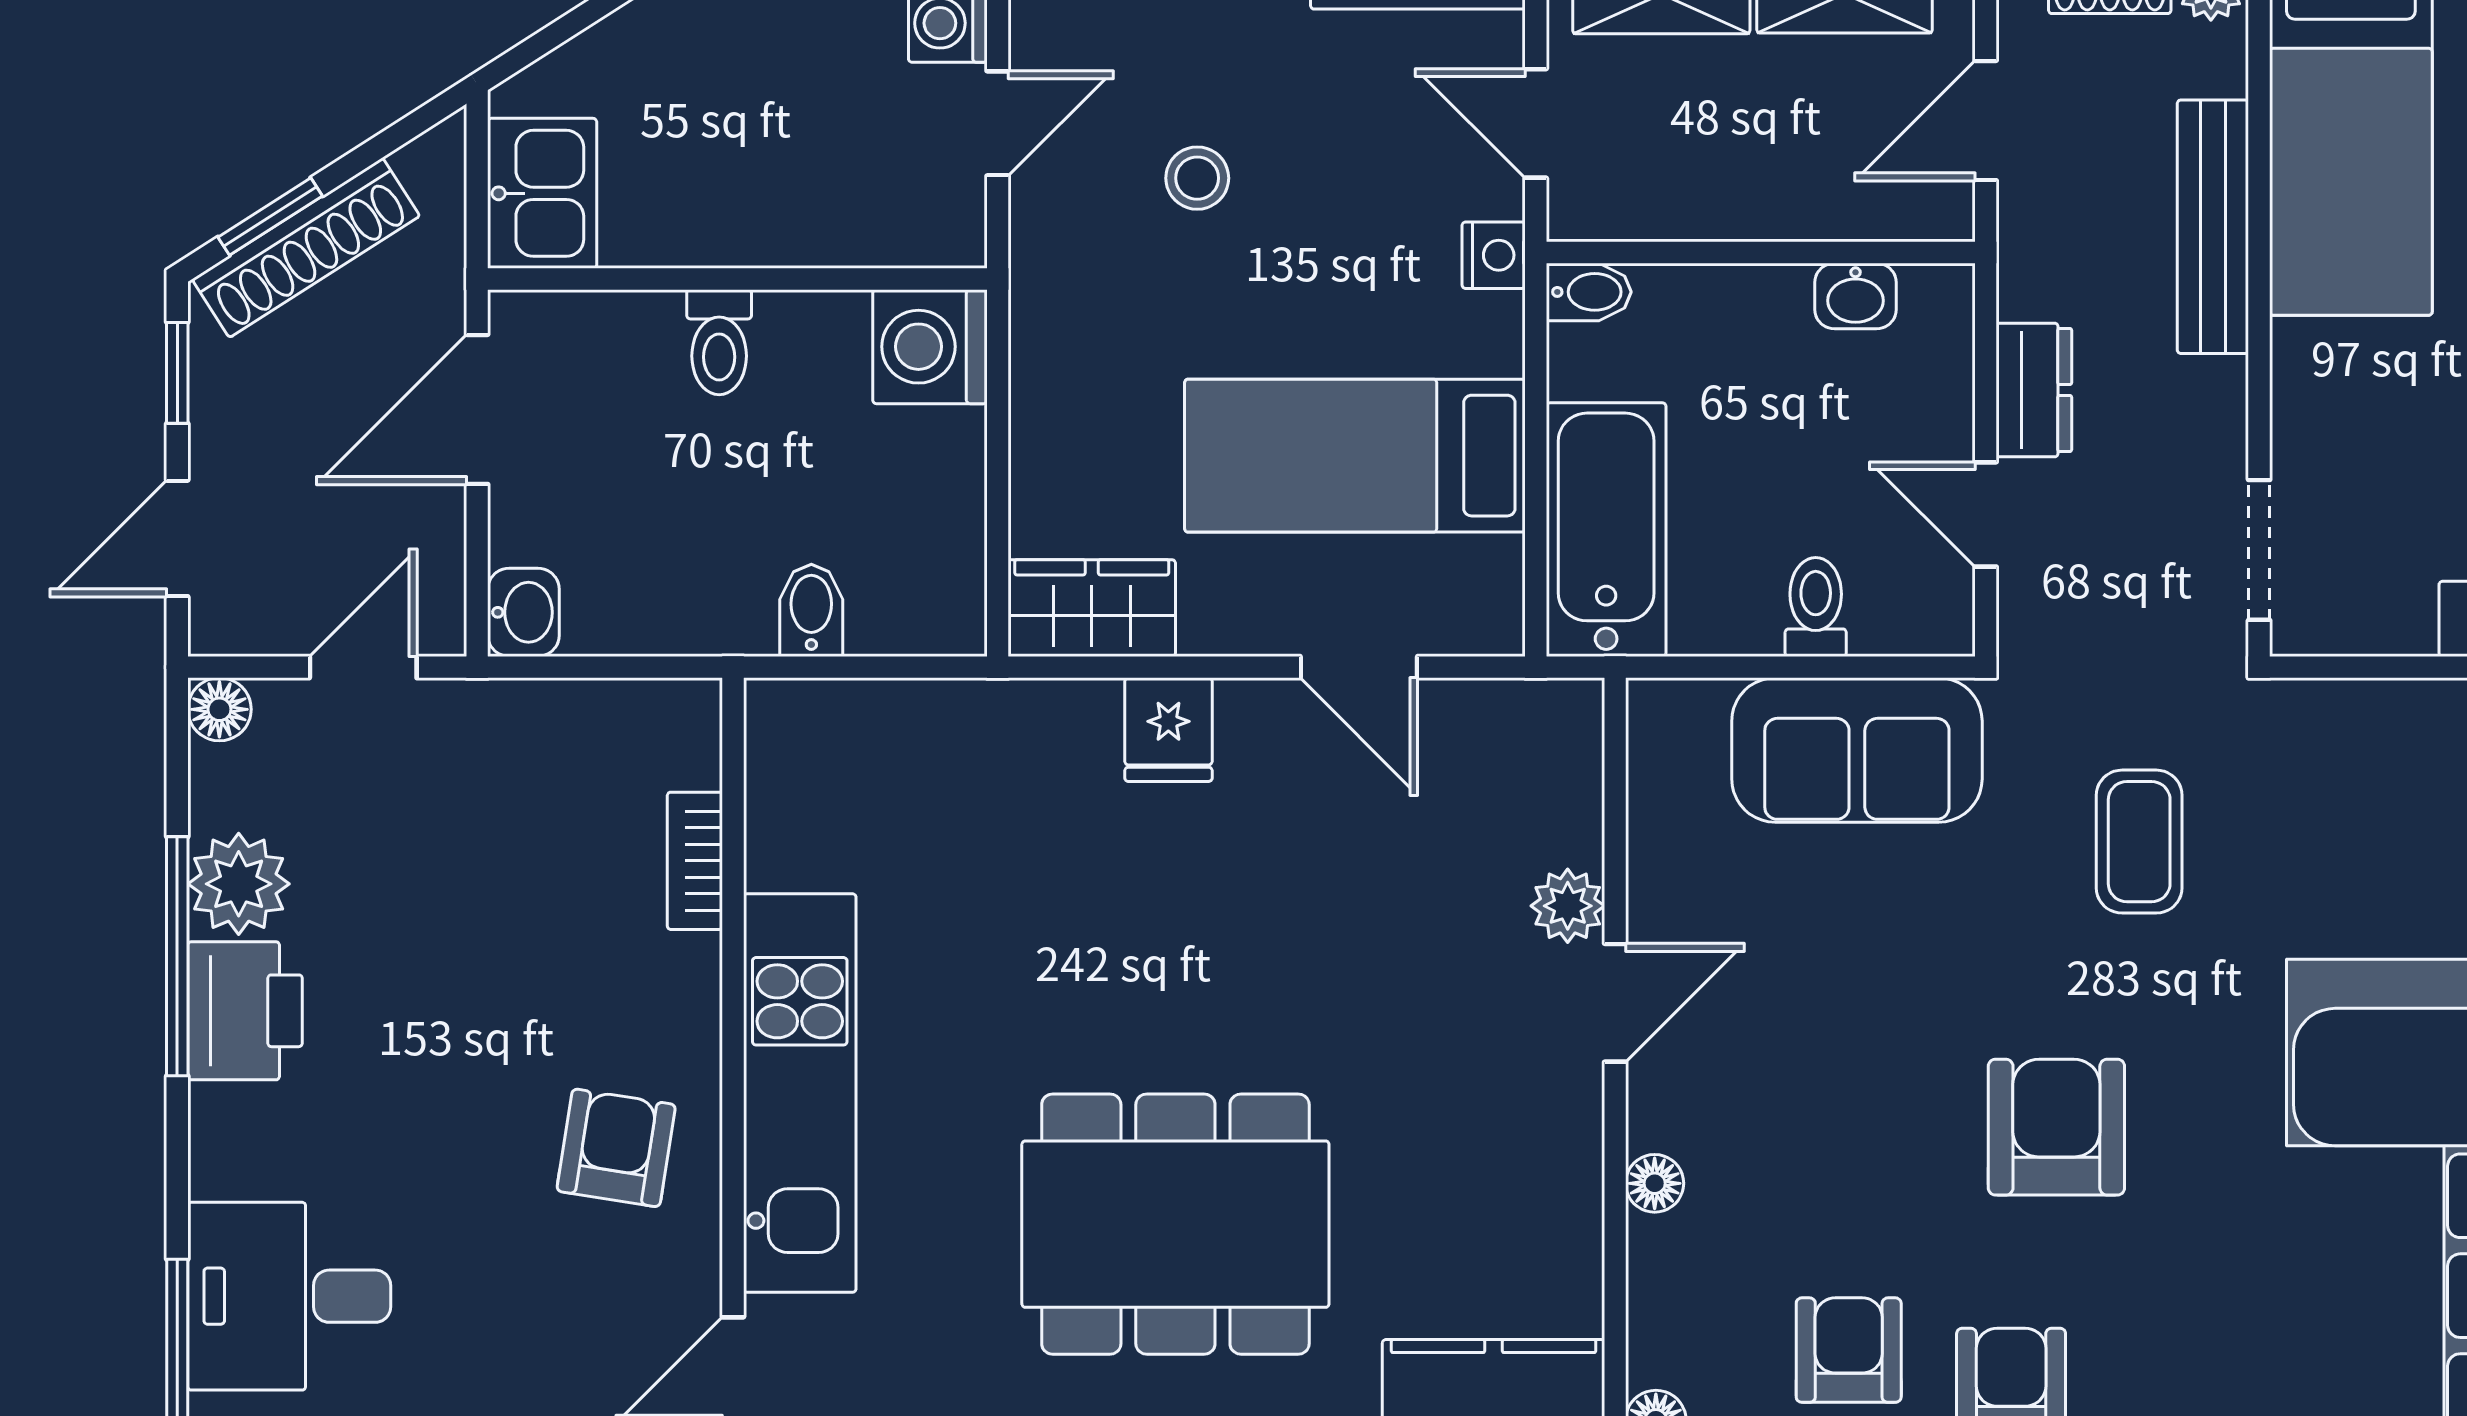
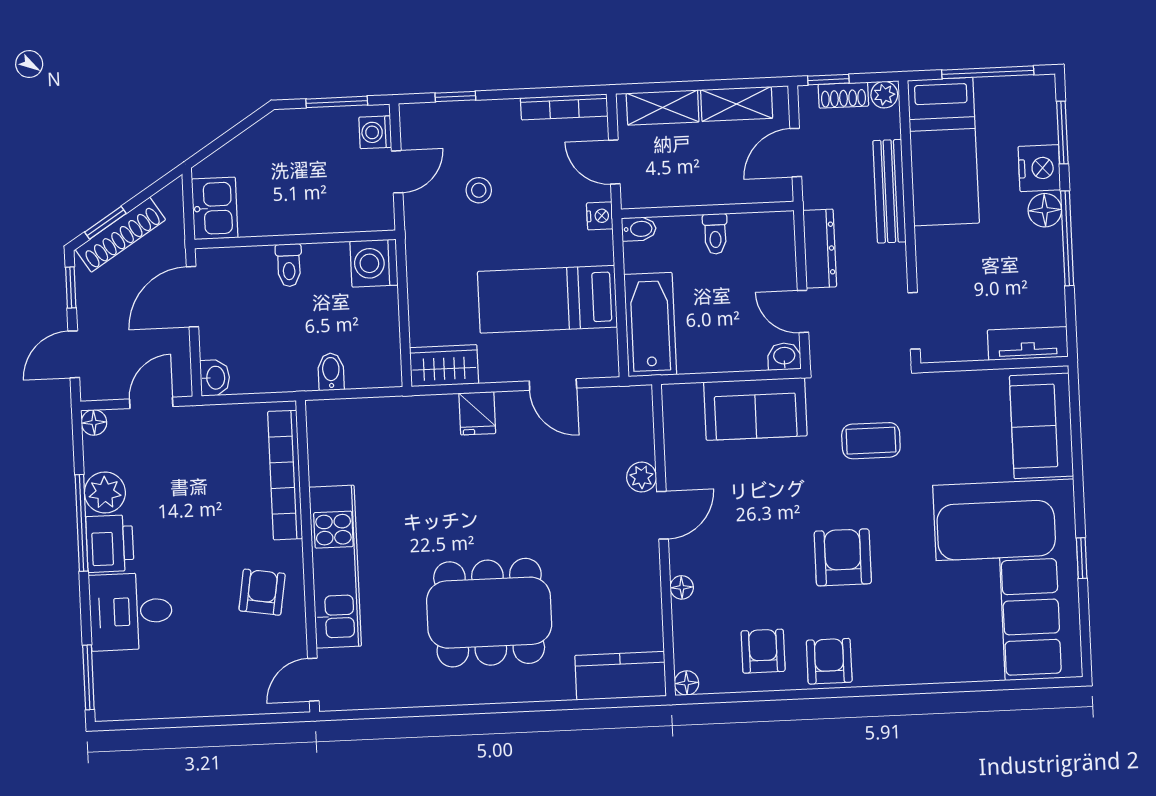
washbasin: (1856, 296) -> (784, 356), moved, turned 180
dresser: (2034, 390) -> (820, 249), width x1.44
toilet: (1816, 607) -> (715, 234), moved, turned 180
coffee table: (2139, 842) -> (871, 441), turned 90
bookcase: (695, 861) -> (285, 475), width x2.31, depth x1.31
desk: (289, 1296) -> (131, 612), moved

